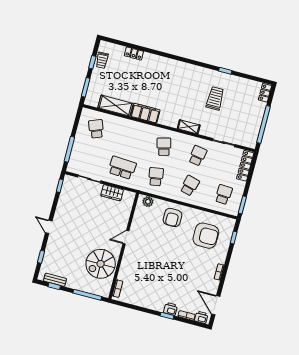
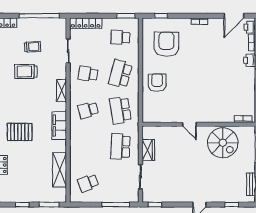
trolley: (102, 60) -> (33, 47), moved
pallet: (160, 78) -> (20, 132), added
filing cabinet: (145, 113) -> (59, 126), moved
school desk: (156, 177) -> (120, 110), width x1.85
school desk: (190, 186) -> (120, 74), width x1.85
plant: (148, 202) -> (148, 112), removed
armchair: (172, 217) -> (157, 83), turned -90

